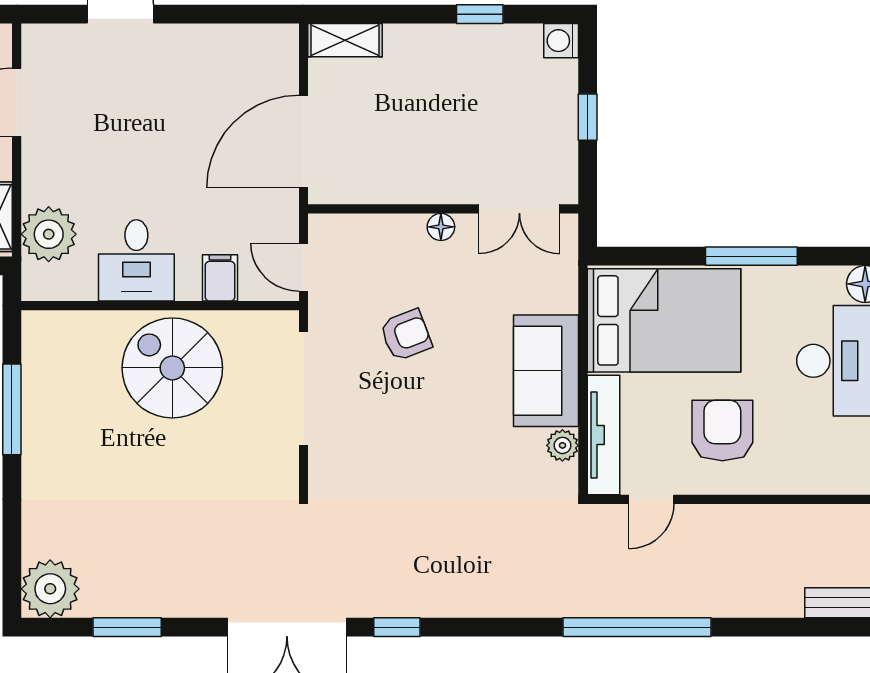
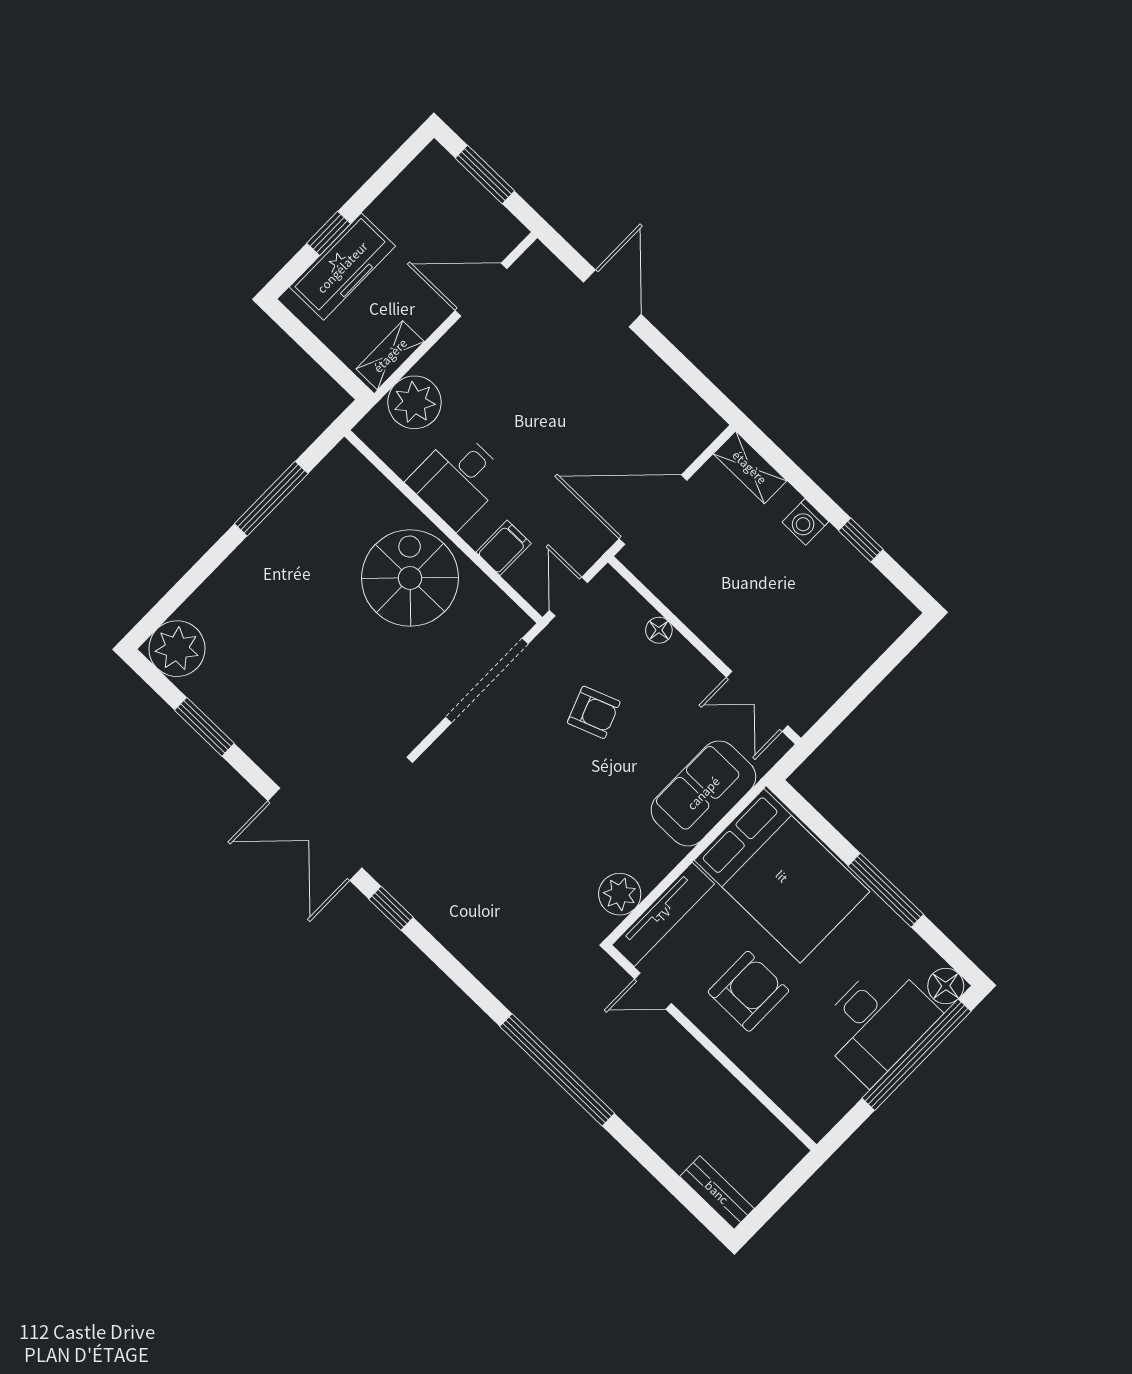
washing machine: (561, 41) -> (805, 522), moved, turned -90
window: (588, 117) -> (866, 684), removed
floor lamp: (441, 227) -> (659, 630), moved
sofa: (546, 371) -> (703, 793), moved
plant: (562, 445) -> (620, 894), width x1.38, depth x1.38

